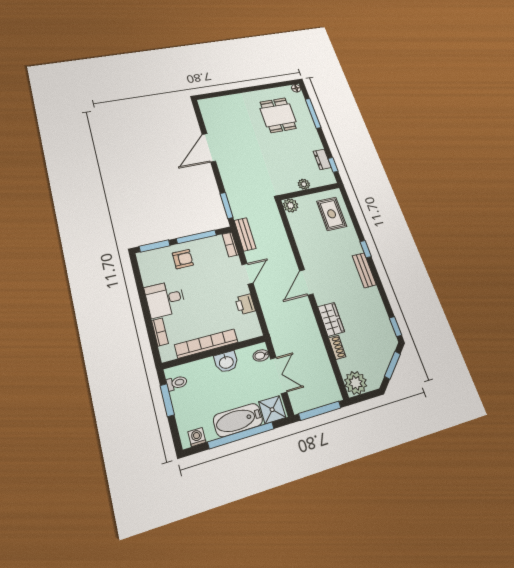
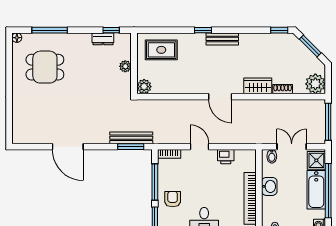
bench: (245, 234) -> (131, 138), moved, width x1.36

